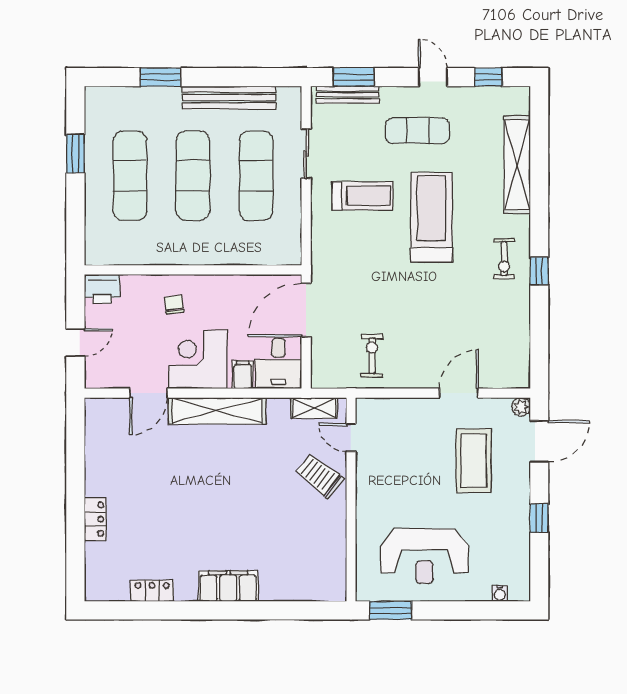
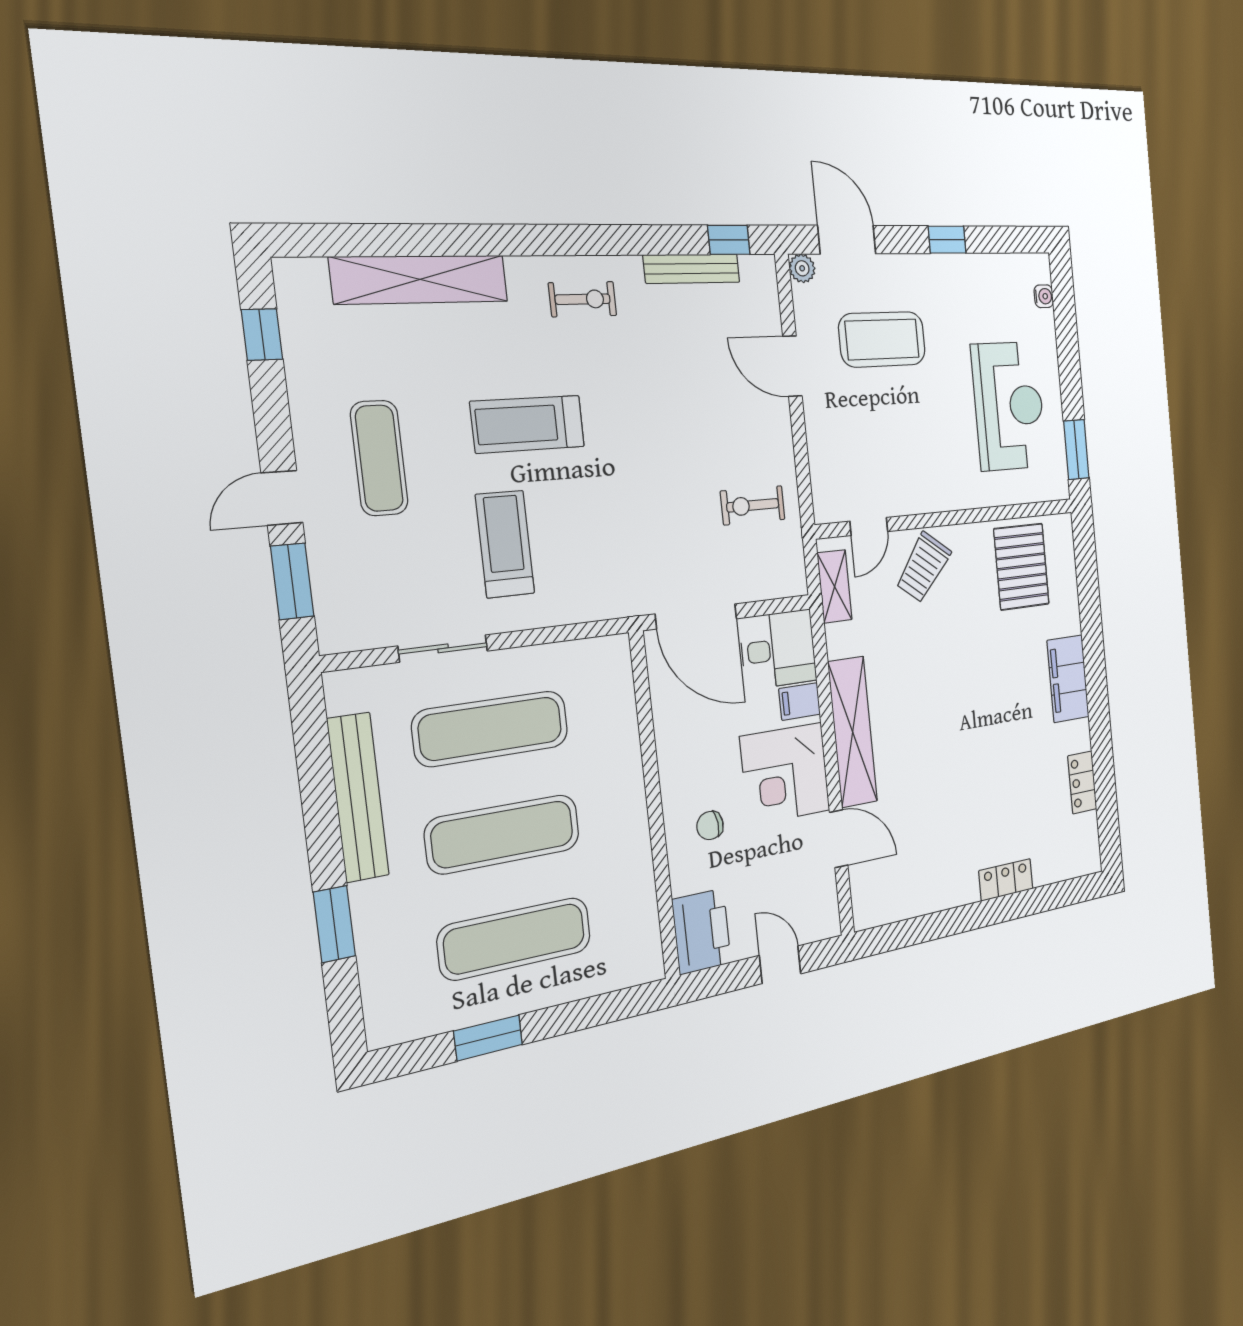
door: (433, 77) -> (282, 498), moved
bench: (348, 95) -> (692, 269), moved, turned 90
treadmill: (432, 217) -> (528, 424), width x0.73, depth x0.73
window: (539, 271) -> (729, 240), moved
printer: (102, 289) -> (702, 931), width x1.37, depth x1.19
pallet: (312, 555) -> (1022, 567), added

